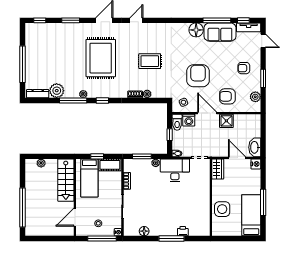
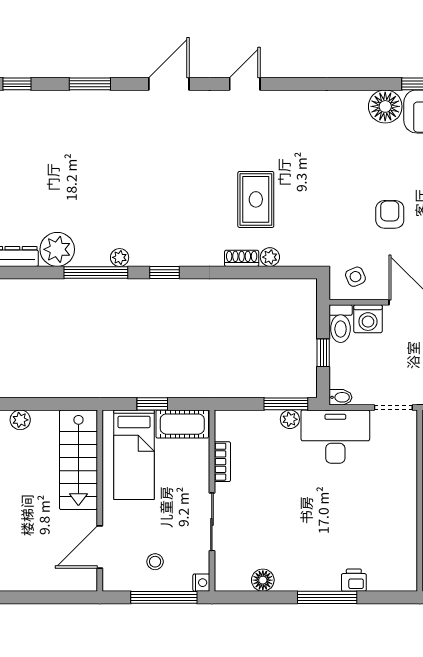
rug: (101, 58) -> (161, 173), removed
rug: (150, 61) -> (256, 199), moved, turned 90
armchair: (198, 76) -> (390, 214), width x0.53, depth x0.53
window: (142, 156) -> (286, 404), moved

